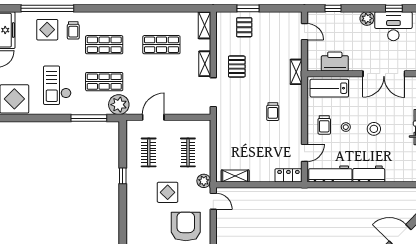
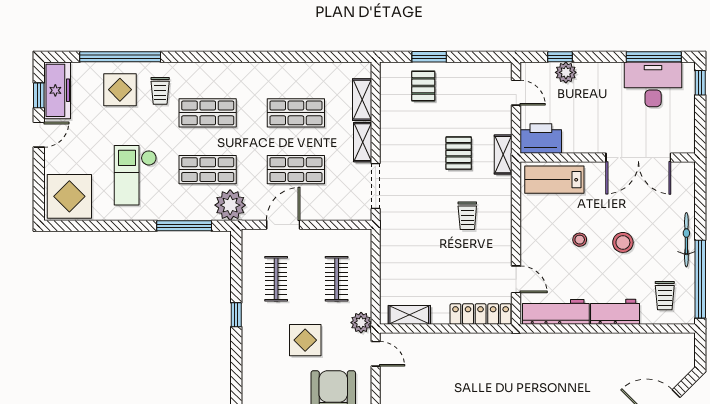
window: (394, 8) -> (654, 57), width x2.17
plant: (367, 18) -> (566, 72), moved
shelving: (204, 25) -> (362, 100), moved
printer: (335, 61) -> (541, 139), moved
pallet: (237, 67) -> (459, 153), moved
shop shelf: (161, 82) -> (296, 170), added
trolley: (324, 125) -> (665, 296), moved
door: (304, 153) -> (516, 279), hinge flipped
locker: (288, 175) -> (481, 314), width x1.53

